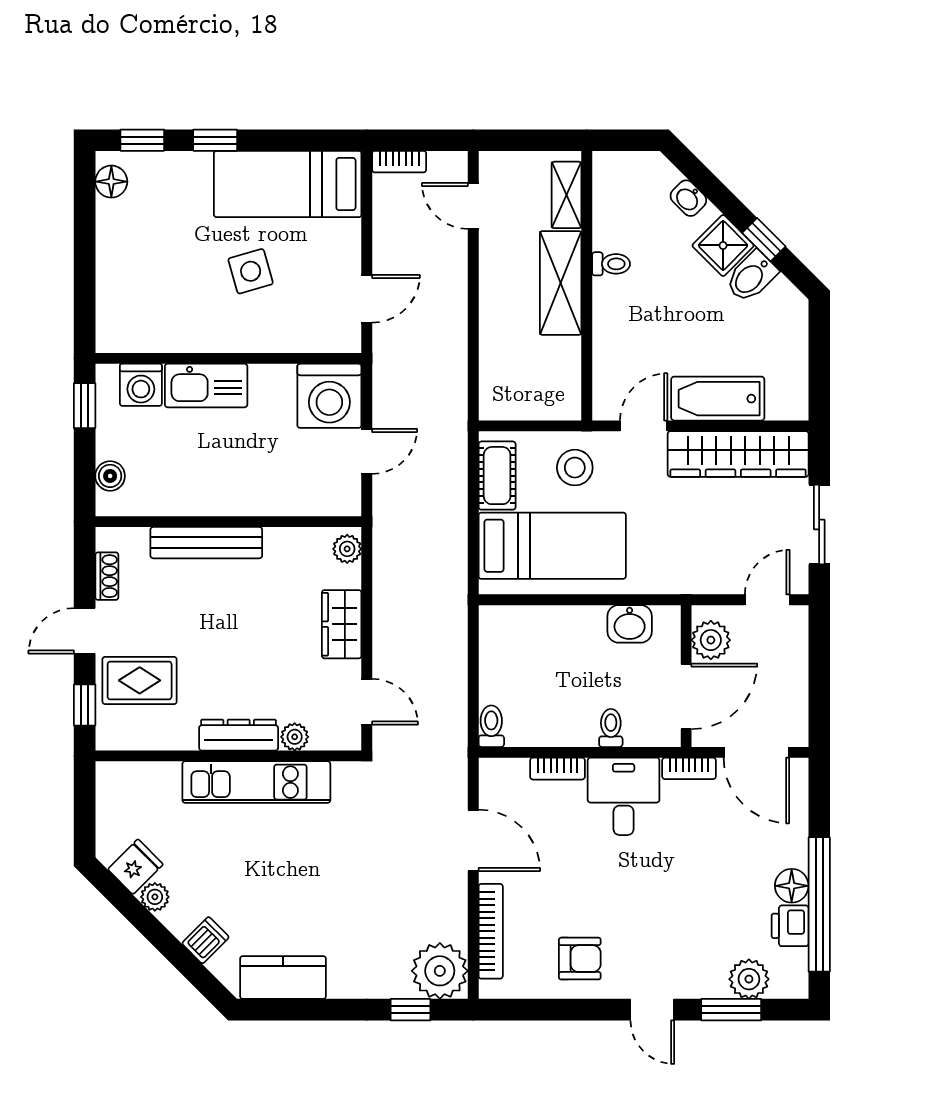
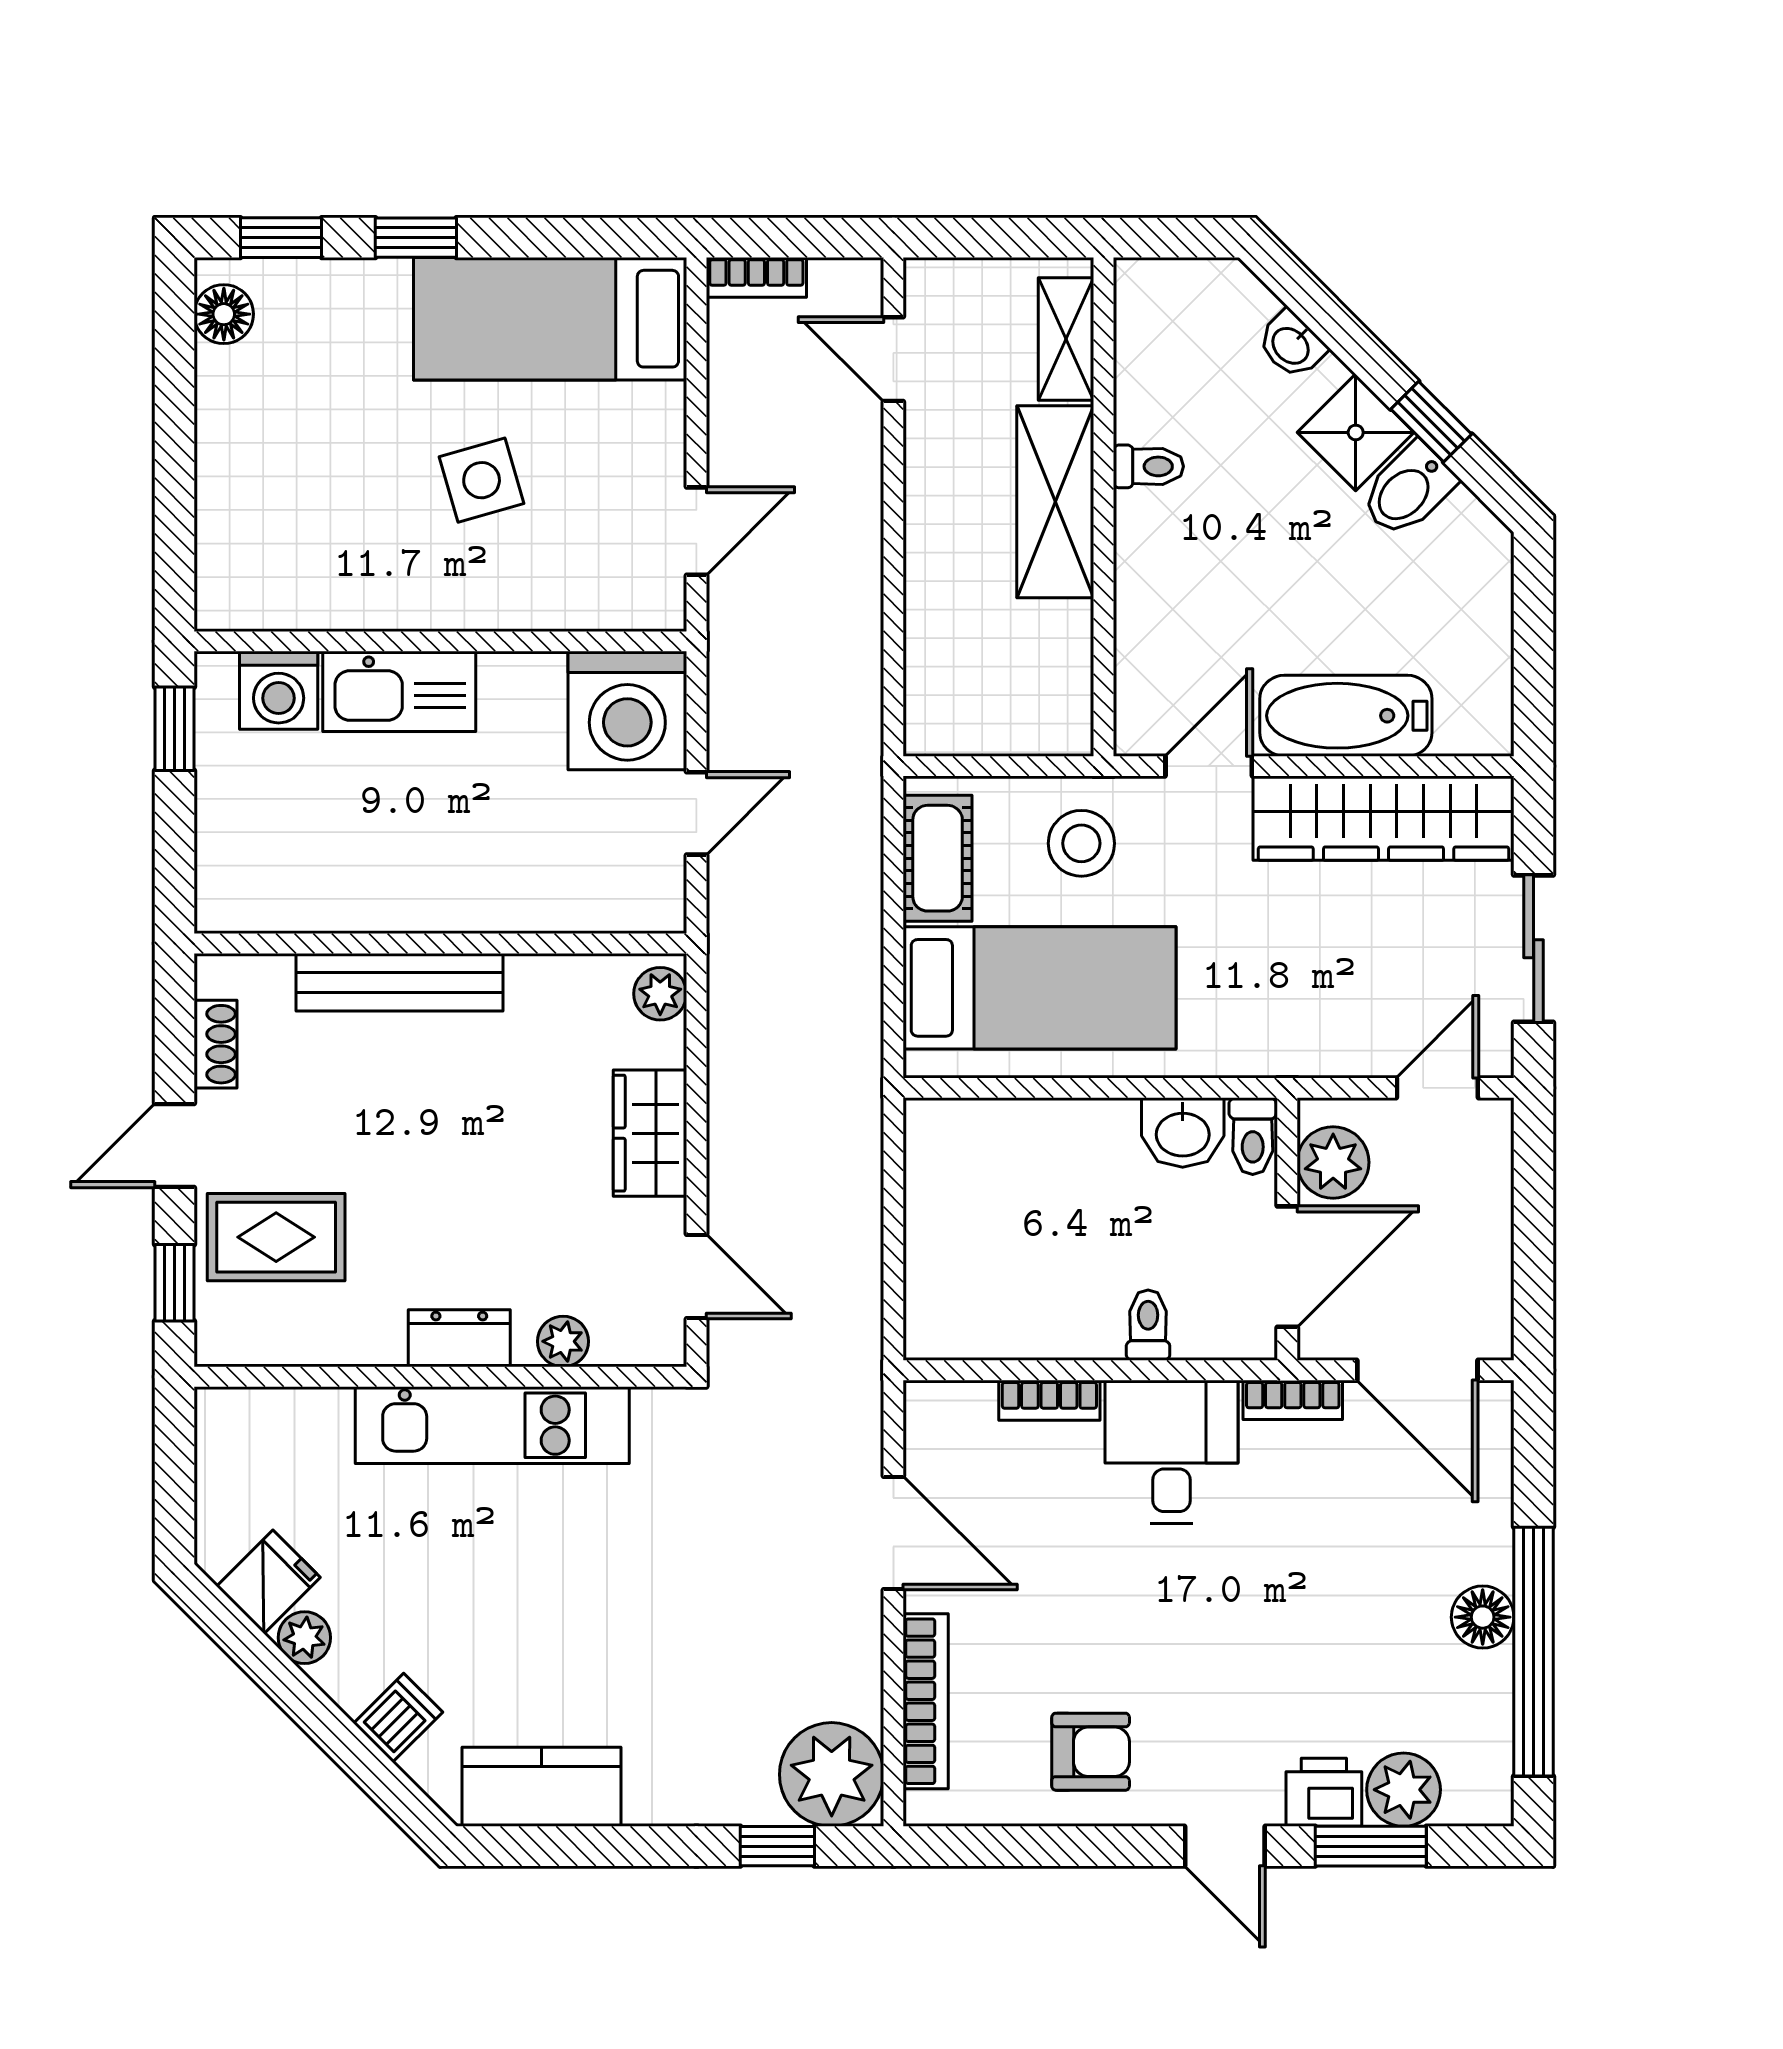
boiler: (110, 476) -> (222, 859), removed
toilet: (491, 726) -> (1253, 1136), moved, turned 180
dresser: (239, 735) -> (459, 1338), width x0.70
printer: (790, 926) -> (1324, 1792), moved, turned 90

